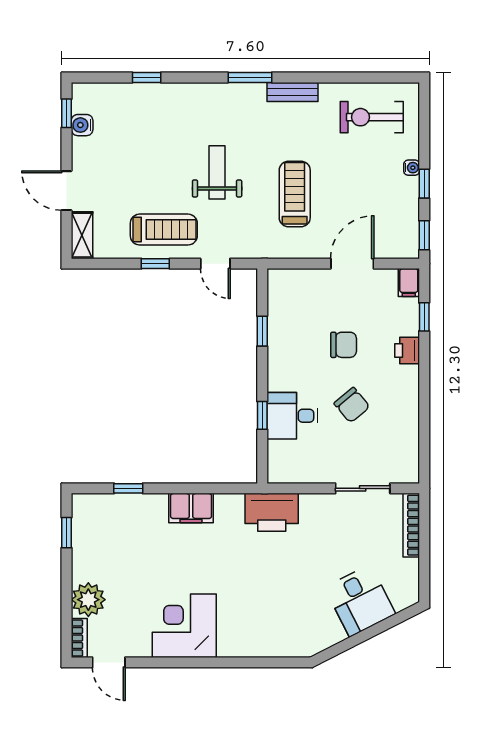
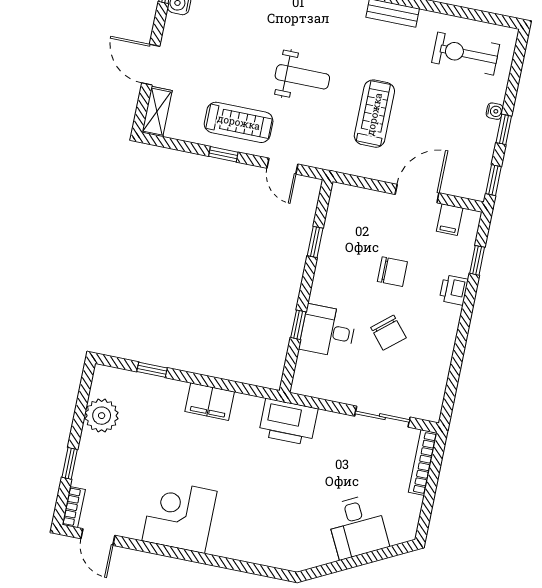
weight bench: (217, 172) -> (302, 77), turned 90
filing cabinet: (409, 283) -> (450, 220), moved
window: (67, 533) -> (70, 463), moved
plant: (88, 600) -> (102, 416), moved

